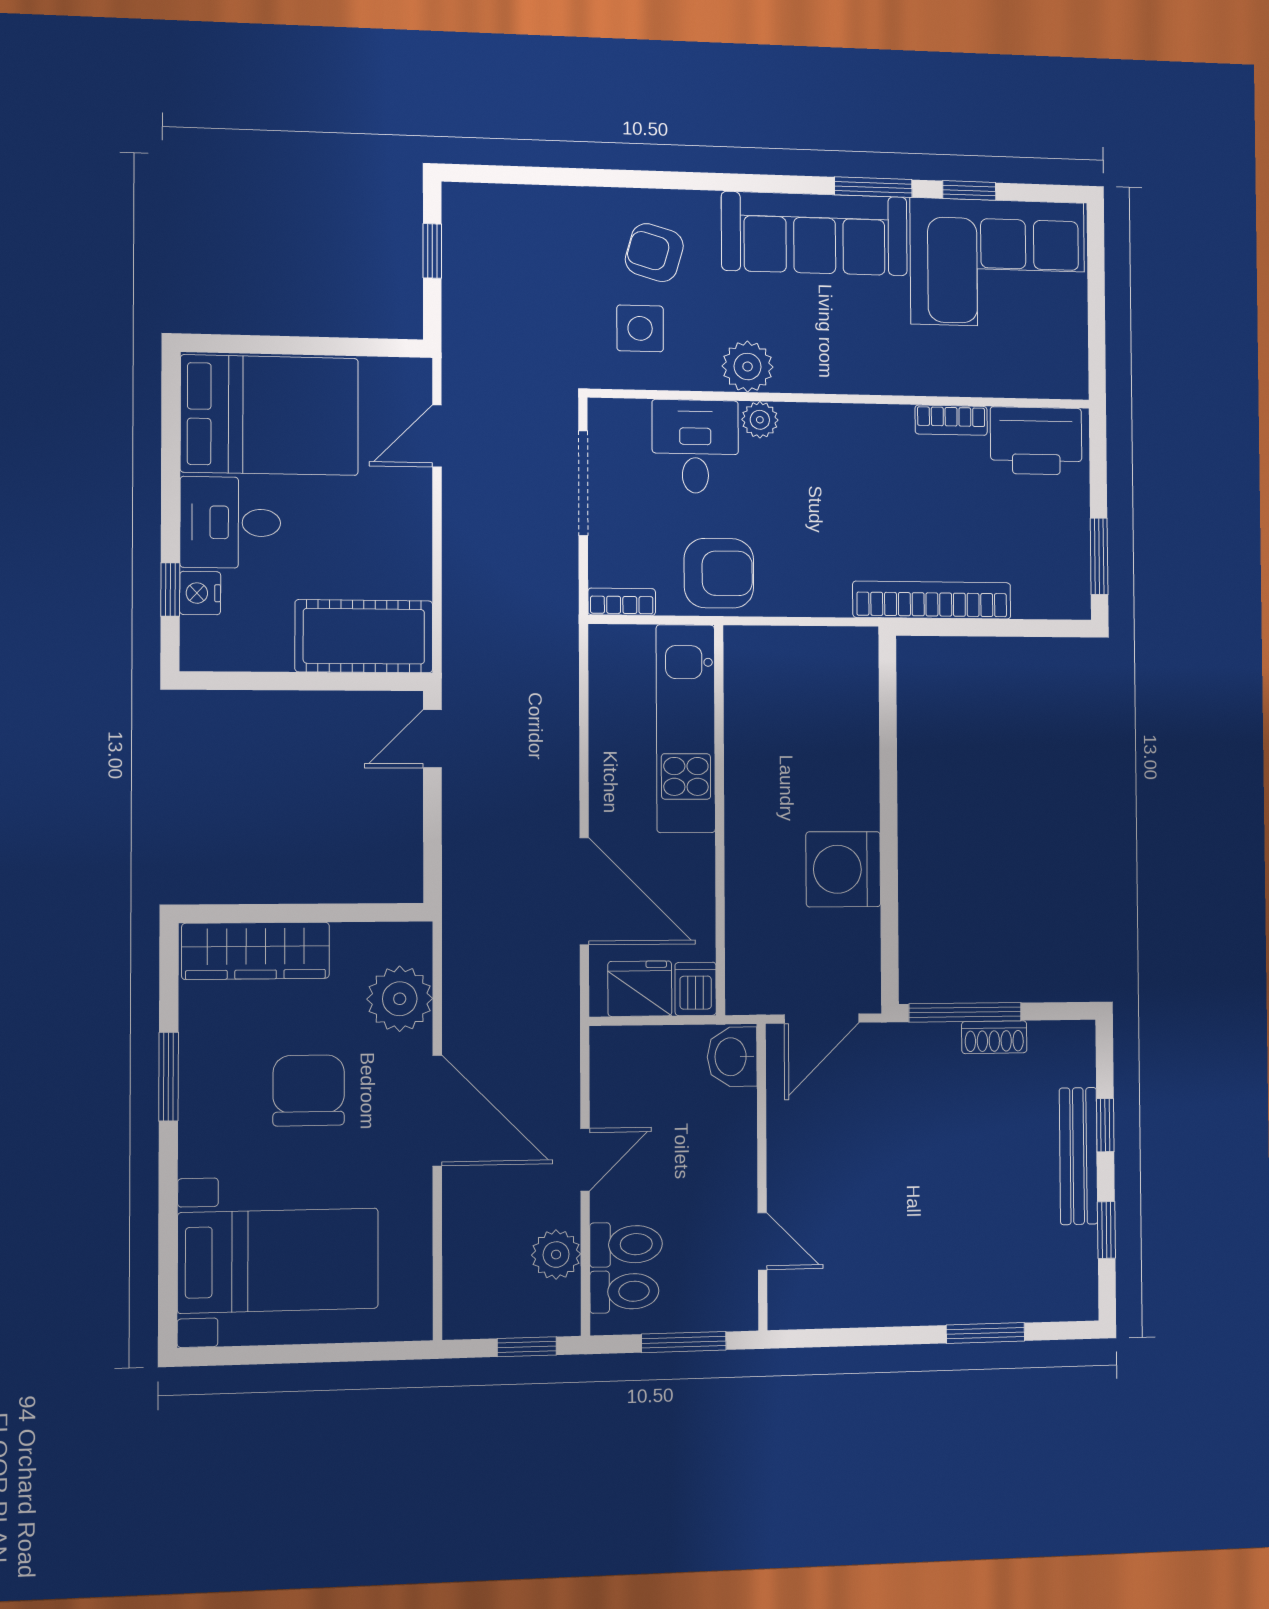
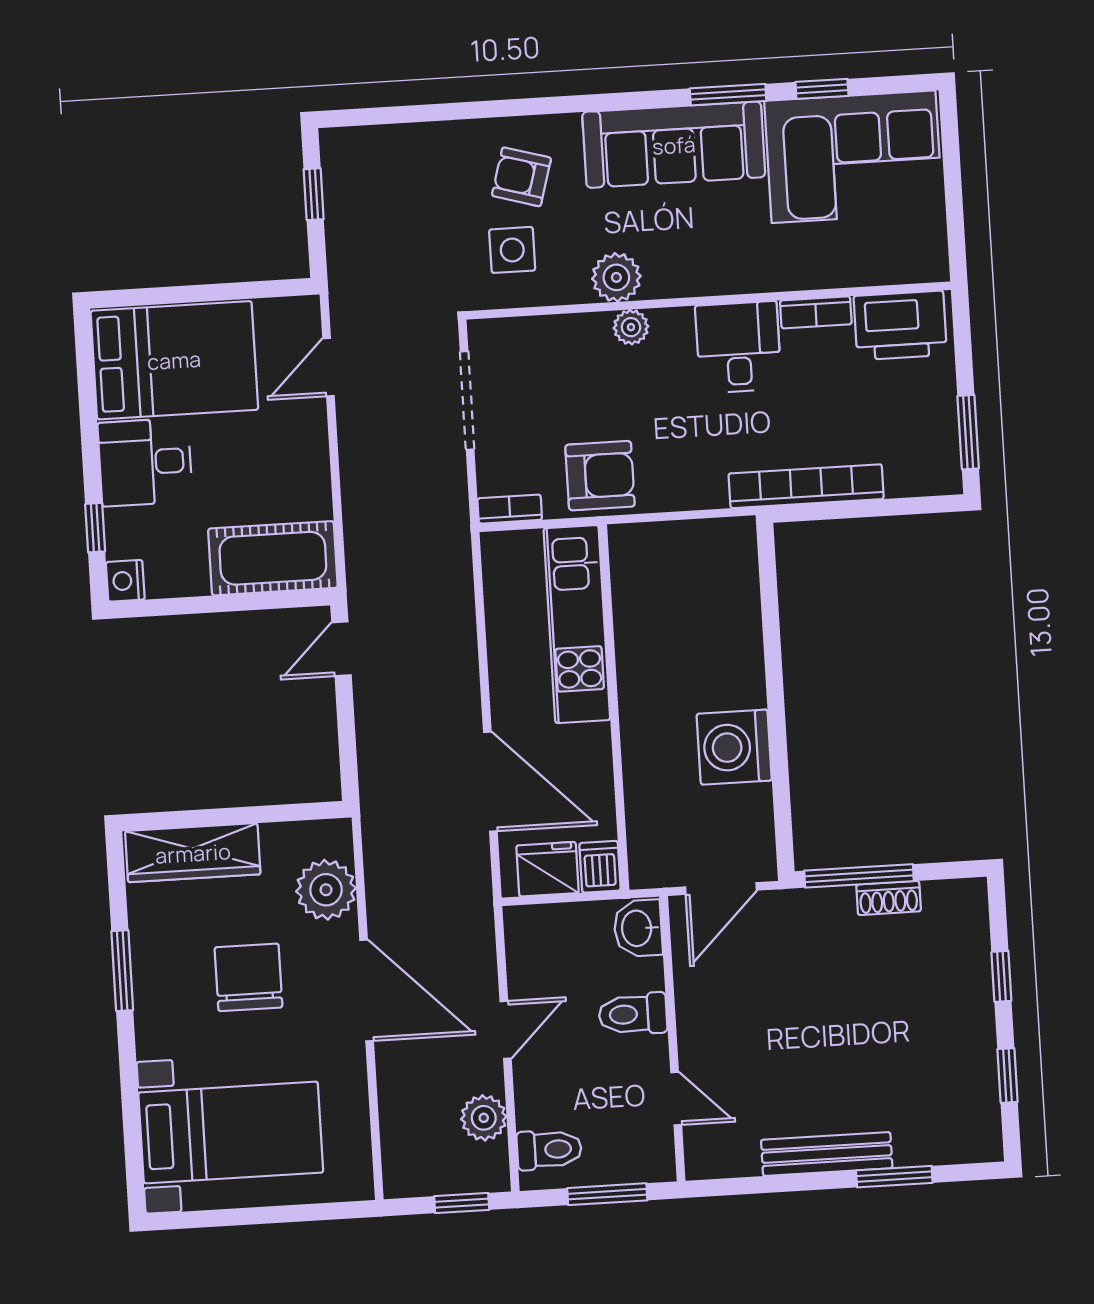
desk: (695, 446) -> (738, 347), moved
nightstand: (200, 593) -> (125, 581), moved
bench: (1078, 1156) -> (827, 1154), moved, turned 90
toilet: (626, 1244) -> (633, 1014), moved, turned 180

